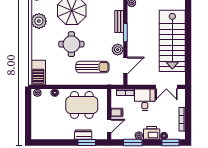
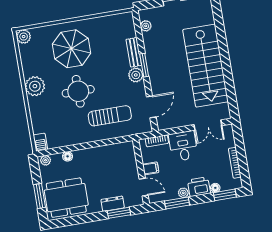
plant: (39, 21) -> (35, 86), moved
plant: (118, 50) -> (136, 75), moved
barbecue: (38, 72) -> (40, 142), width x0.53, depth x0.65
dining table: (82, 105) -> (66, 198), moved
window: (28, 119) -> (39, 196), added
door: (109, 126) -> (144, 187), hinge flipped

